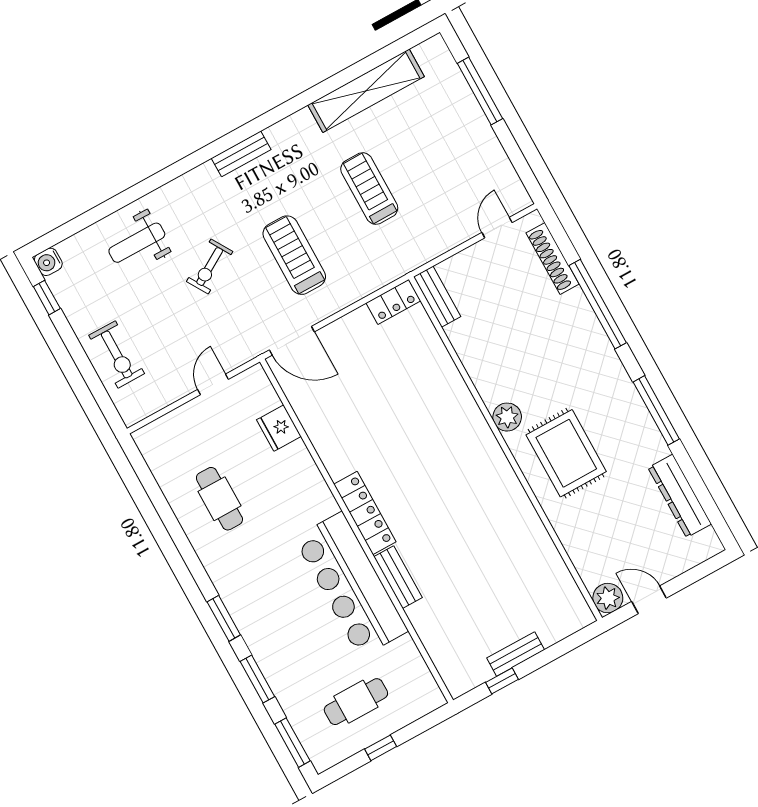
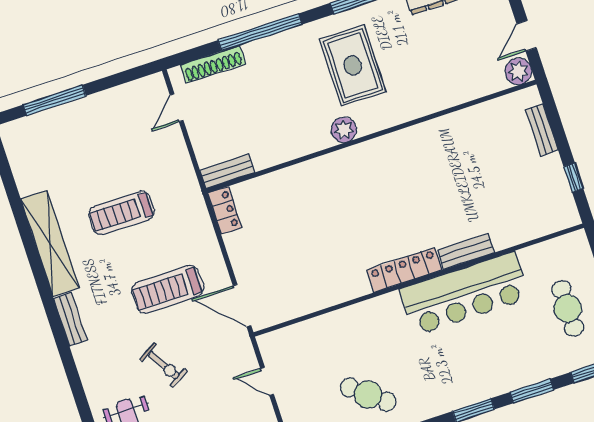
shelving: (366, 91) -> (50, 243), moved
door: (497, 228) -> (177, 108), hinge flipped
door: (292, 341) -> (242, 305), swing flipped
fridge: (279, 428) -> (316, 331), removed
rug: (566, 453) -> (353, 66), moved, turned 90
cafe table: (219, 499) -> (368, 395), turned 39
bench: (516, 654) -> (542, 130), moved

